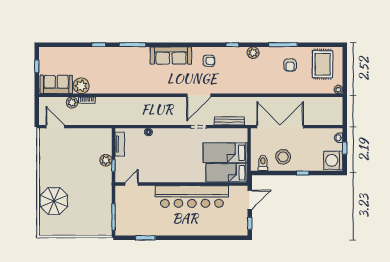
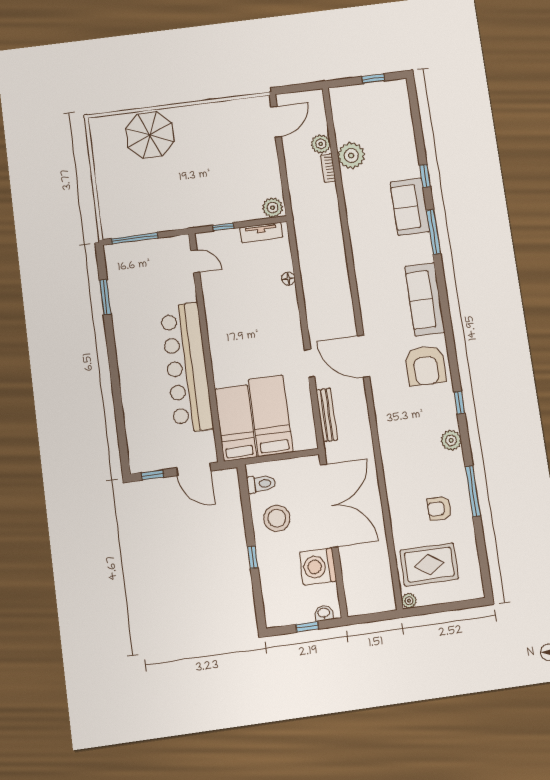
armchair: (209, 61) -> (425, 366), width x1.88, depth x1.88
rug: (323, 64) -> (429, 565), moved
sofa: (56, 84) -> (410, 207), moved, turned 180
plant: (106, 160) -> (273, 208), moved
washing machine: (333, 160) -> (318, 567), moved, turned -90

